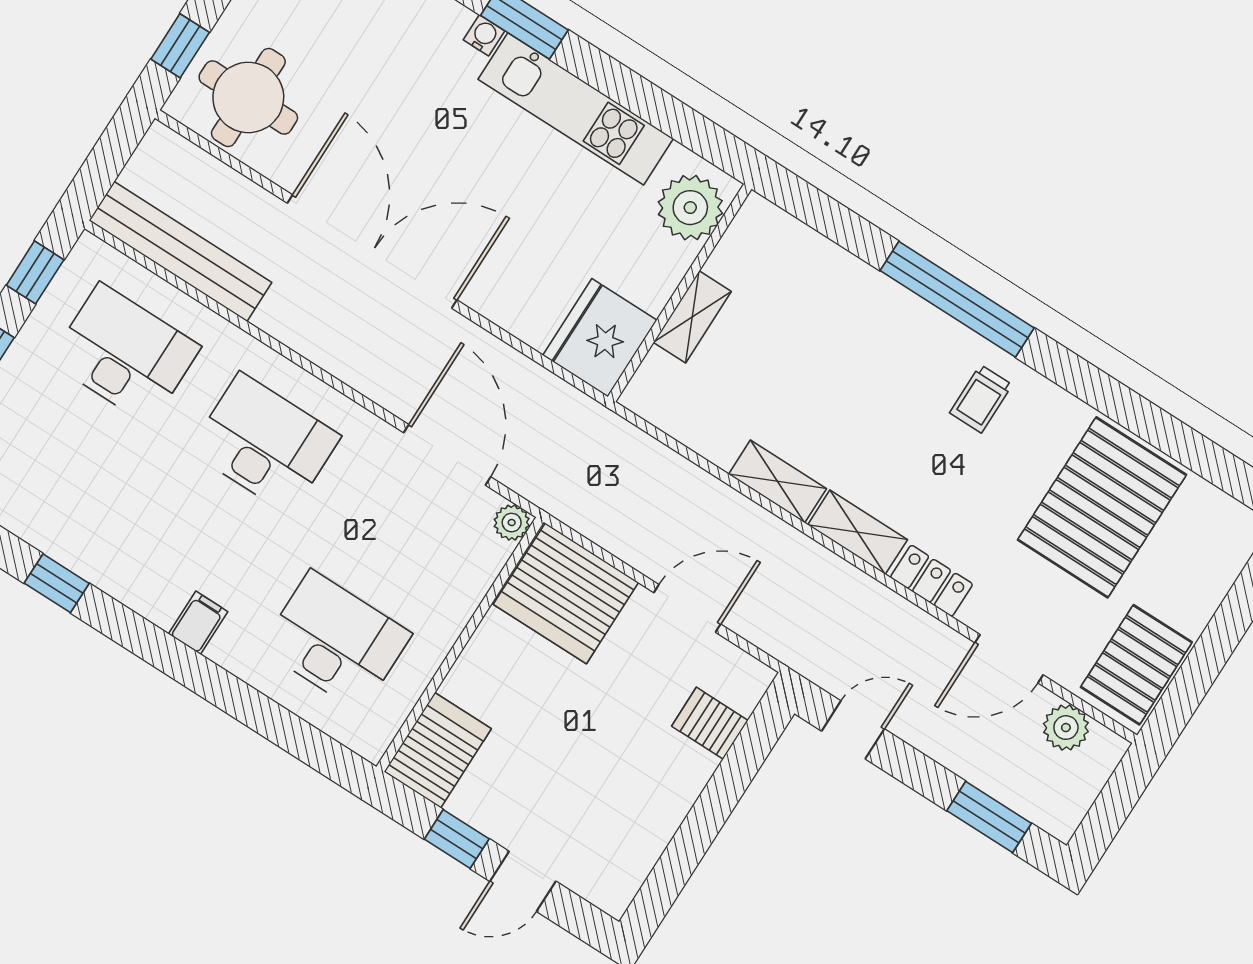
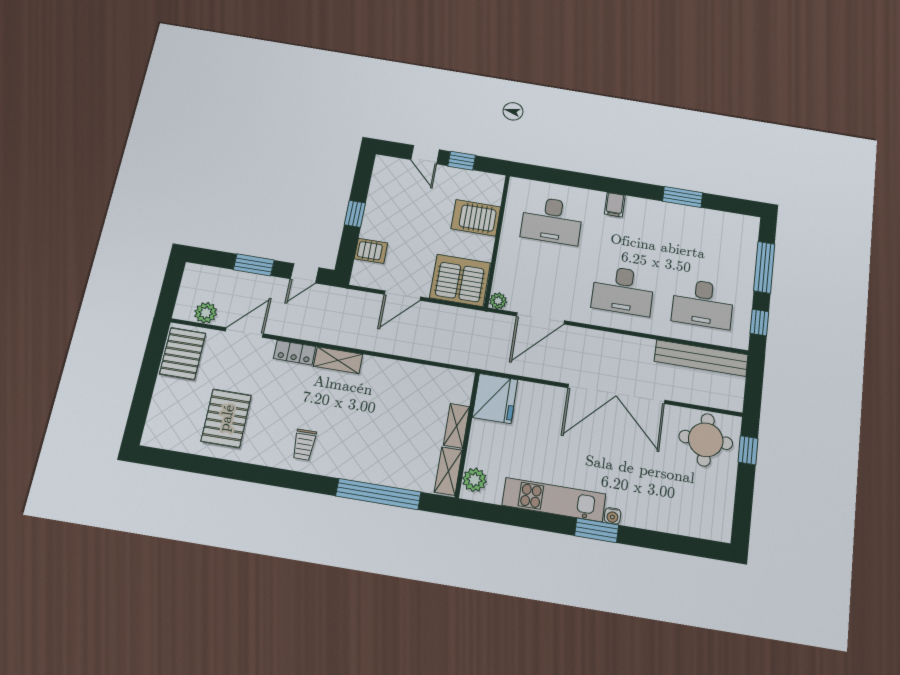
plant: (690, 208) -> (474, 480), width x0.73, depth x0.73
window: (957, 299) -> (378, 494), moved
trolley: (981, 399) -> (304, 445), turned 180
door: (447, 455) -> (540, 318), hinge flipped
shelving: (778, 481) -> (448, 471), moved, turned 90
pallet: (1102, 507) -> (226, 418), width x0.73, depth x0.71
window: (57, 583) -> (683, 197), width x1.50
server rack: (438, 750) -> (476, 218), moved, turned 90
window: (710, 812) -> (355, 214), added
window: (989, 817) -> (254, 265), moved
door: (523, 881) -> (425, 155), swing flipped

